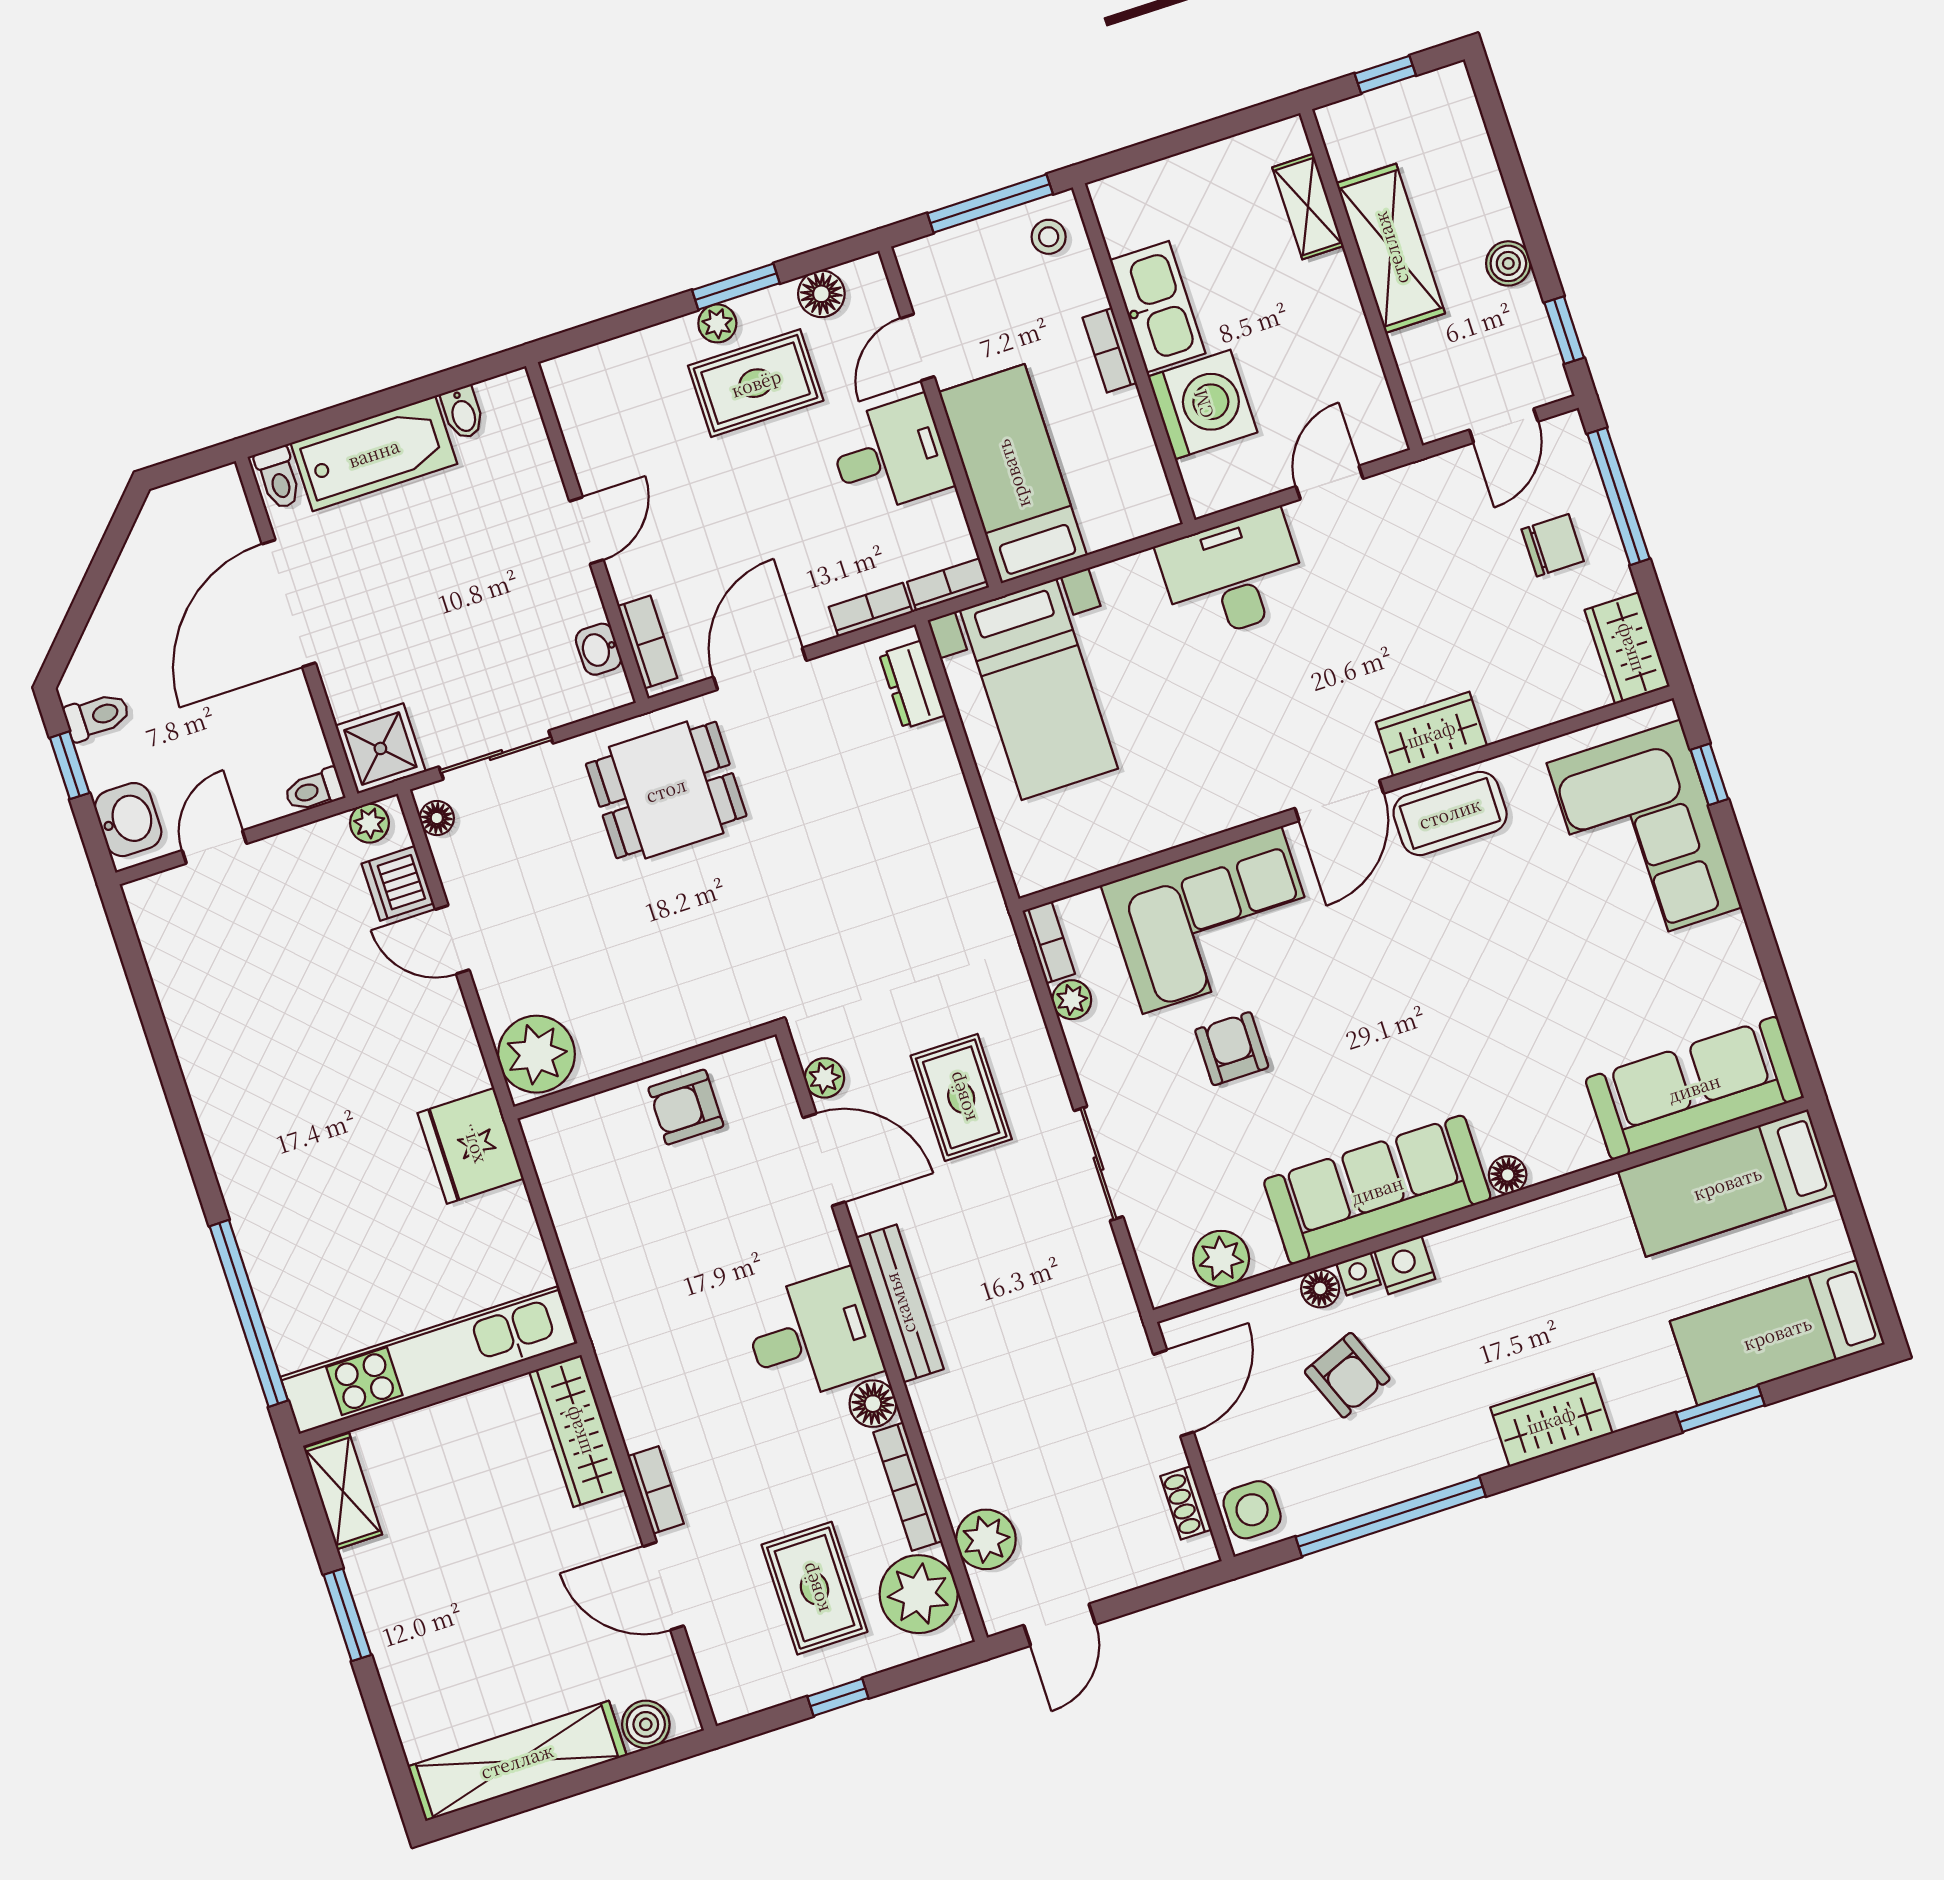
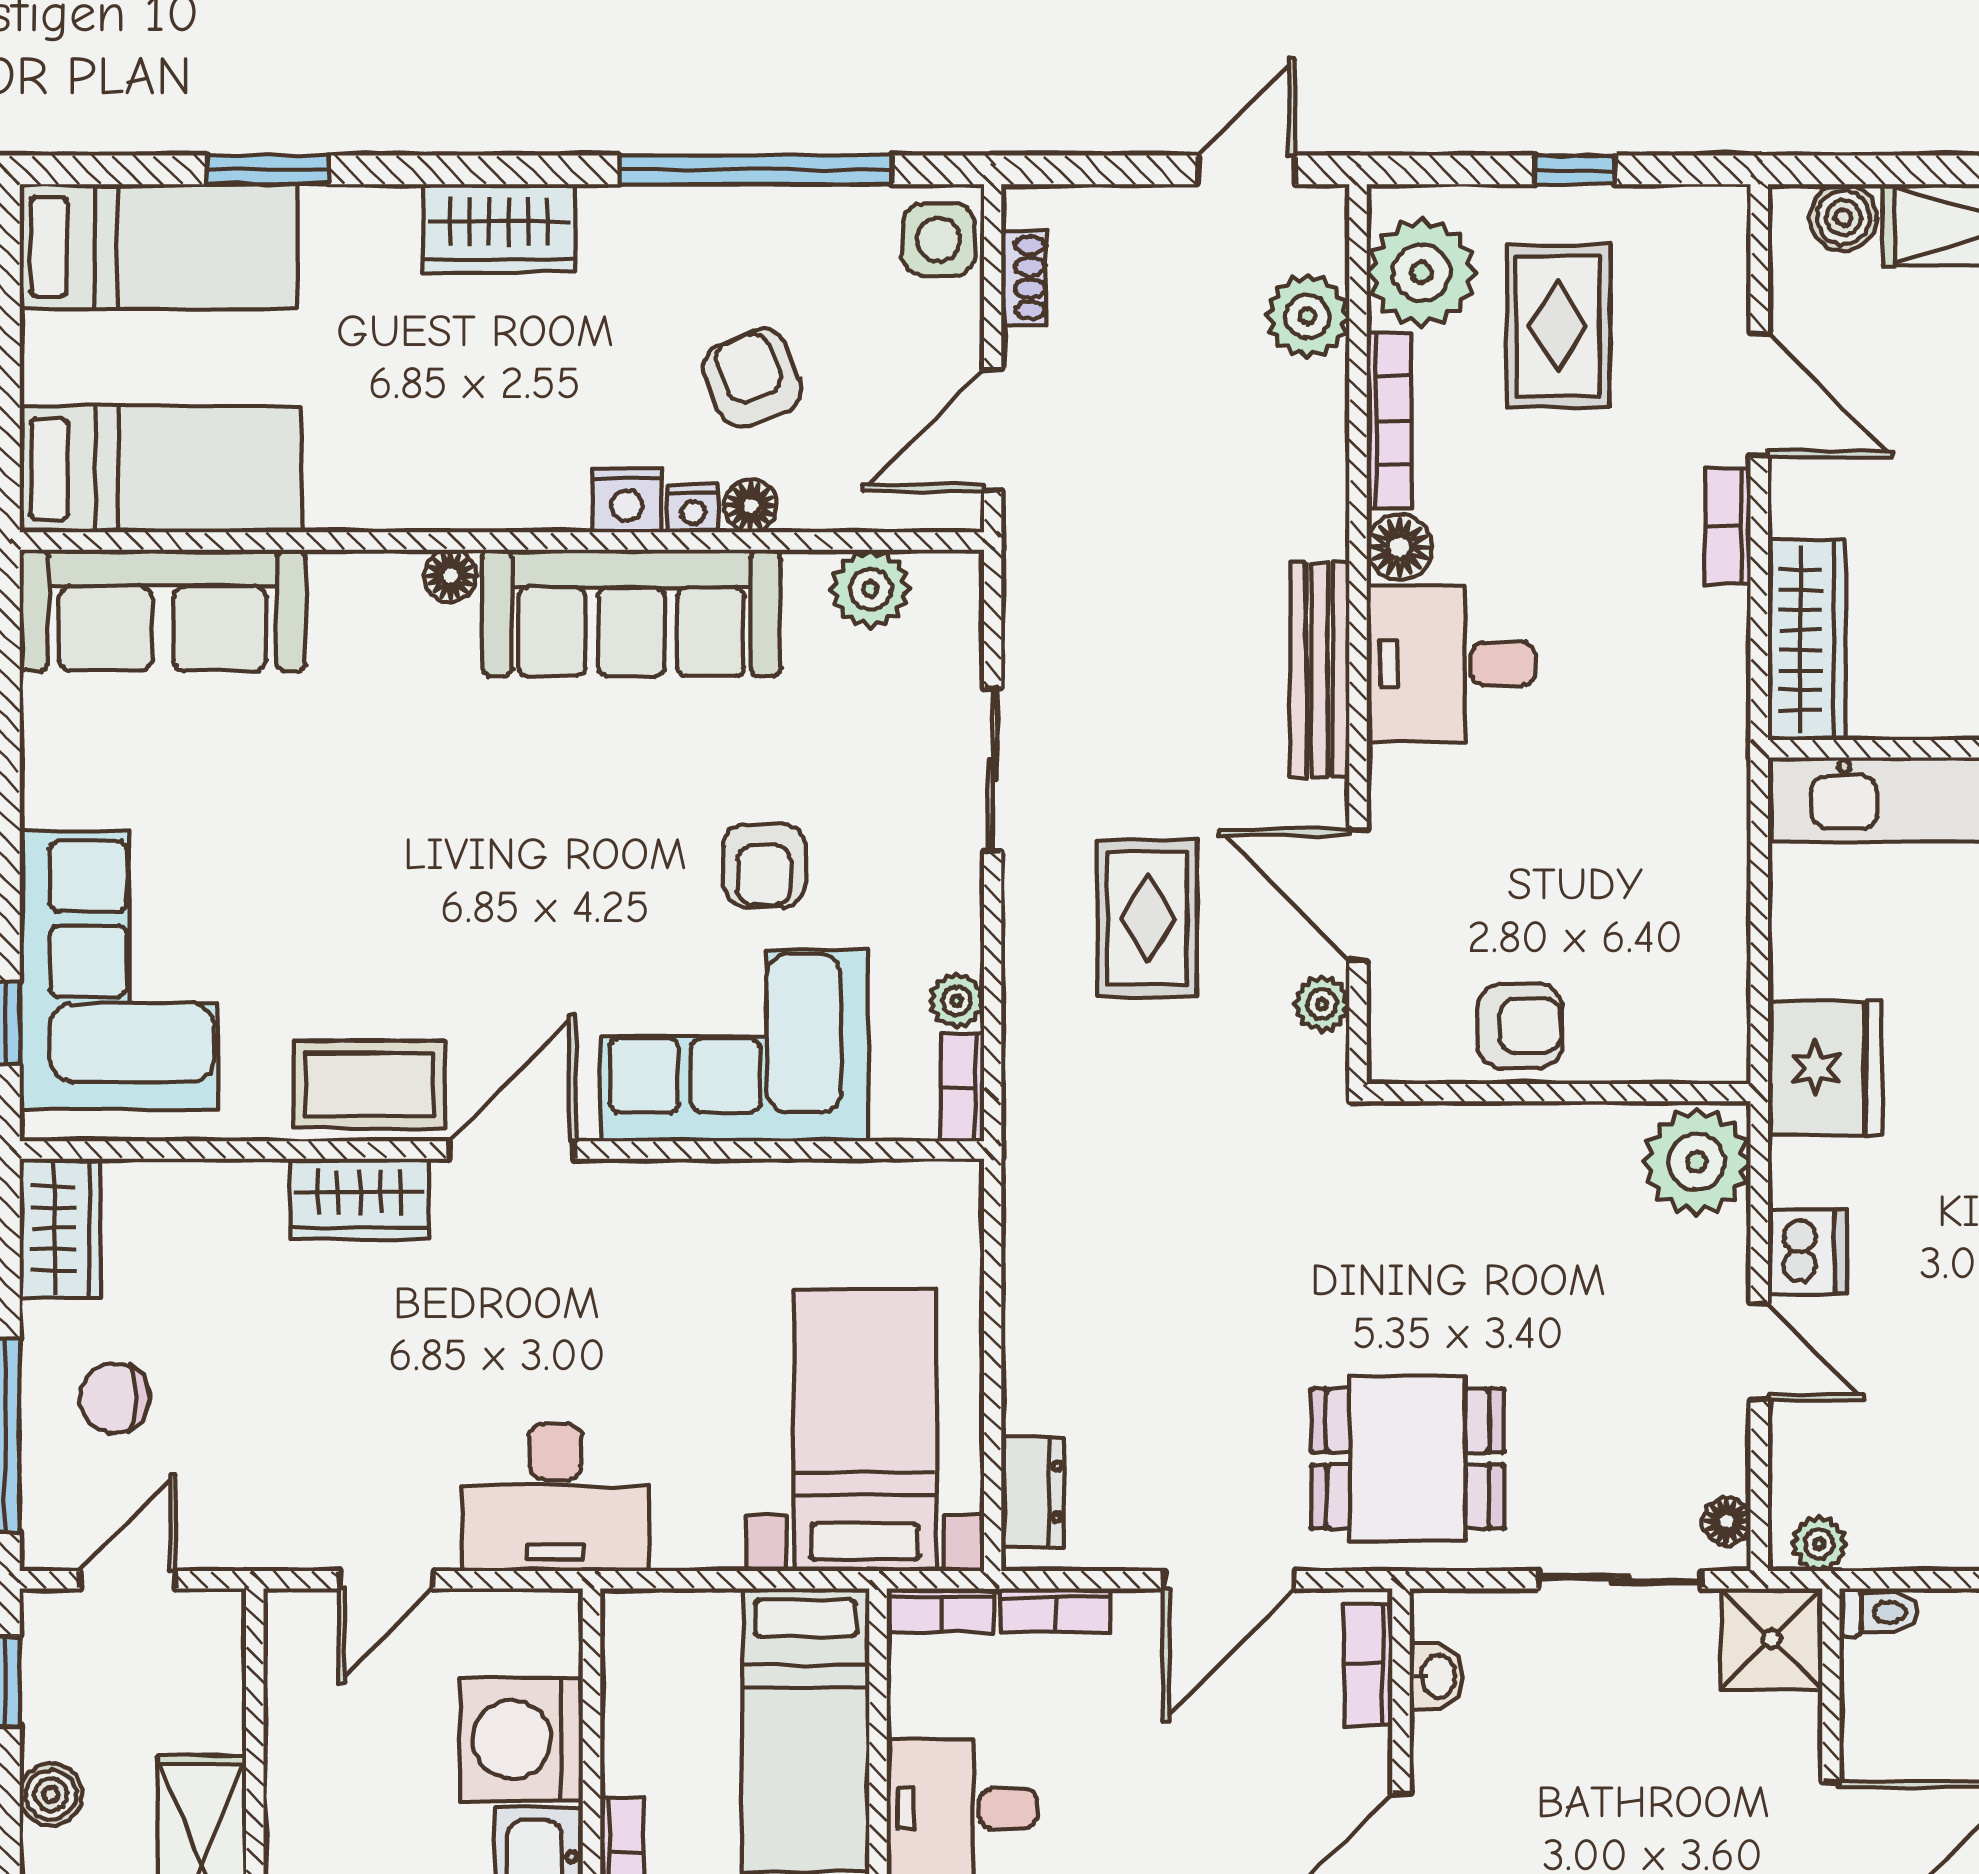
dishwasher: (398, 883) -> (1808, 1252), moved

